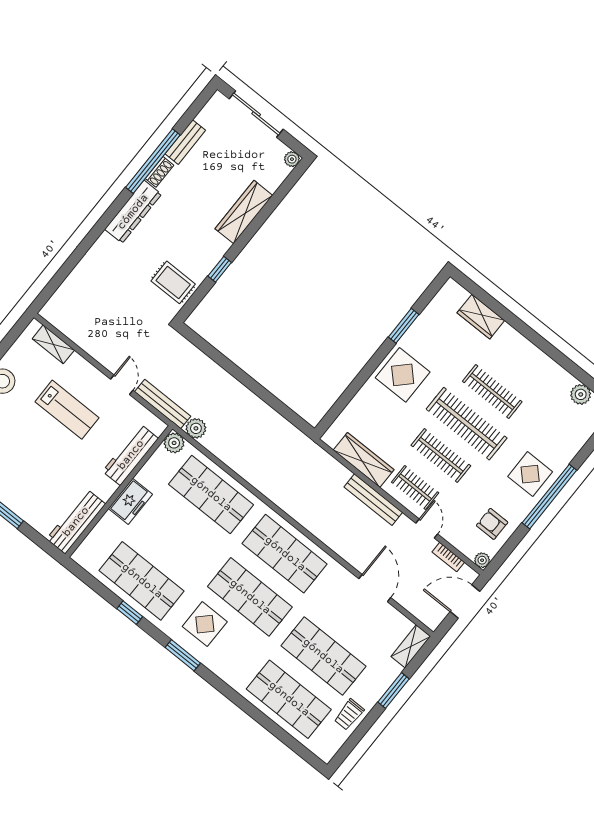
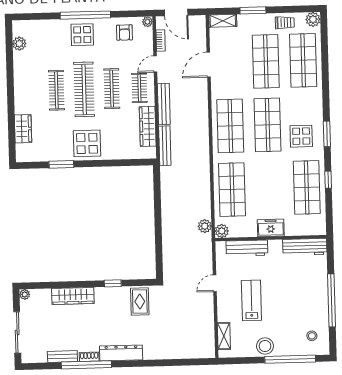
bench: (163, 404) -> (165, 146), moved
plant: (326, 750) -> (313, 19), added

